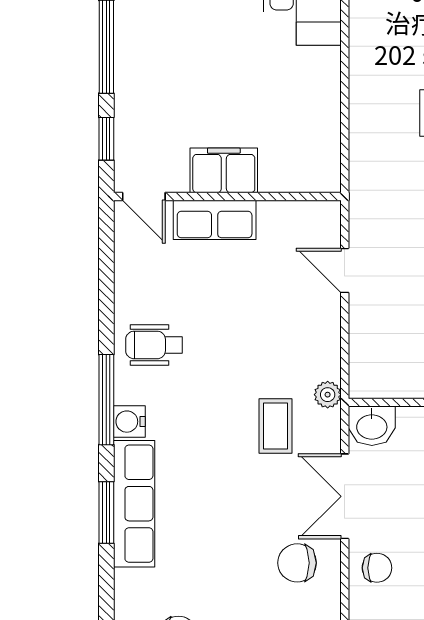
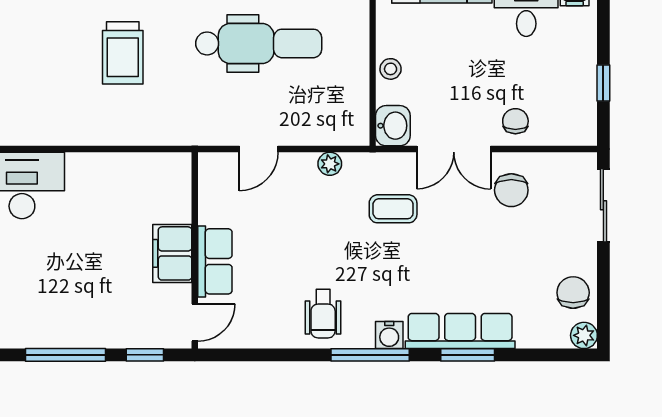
plant: (328, 395) -> (330, 164), moved

